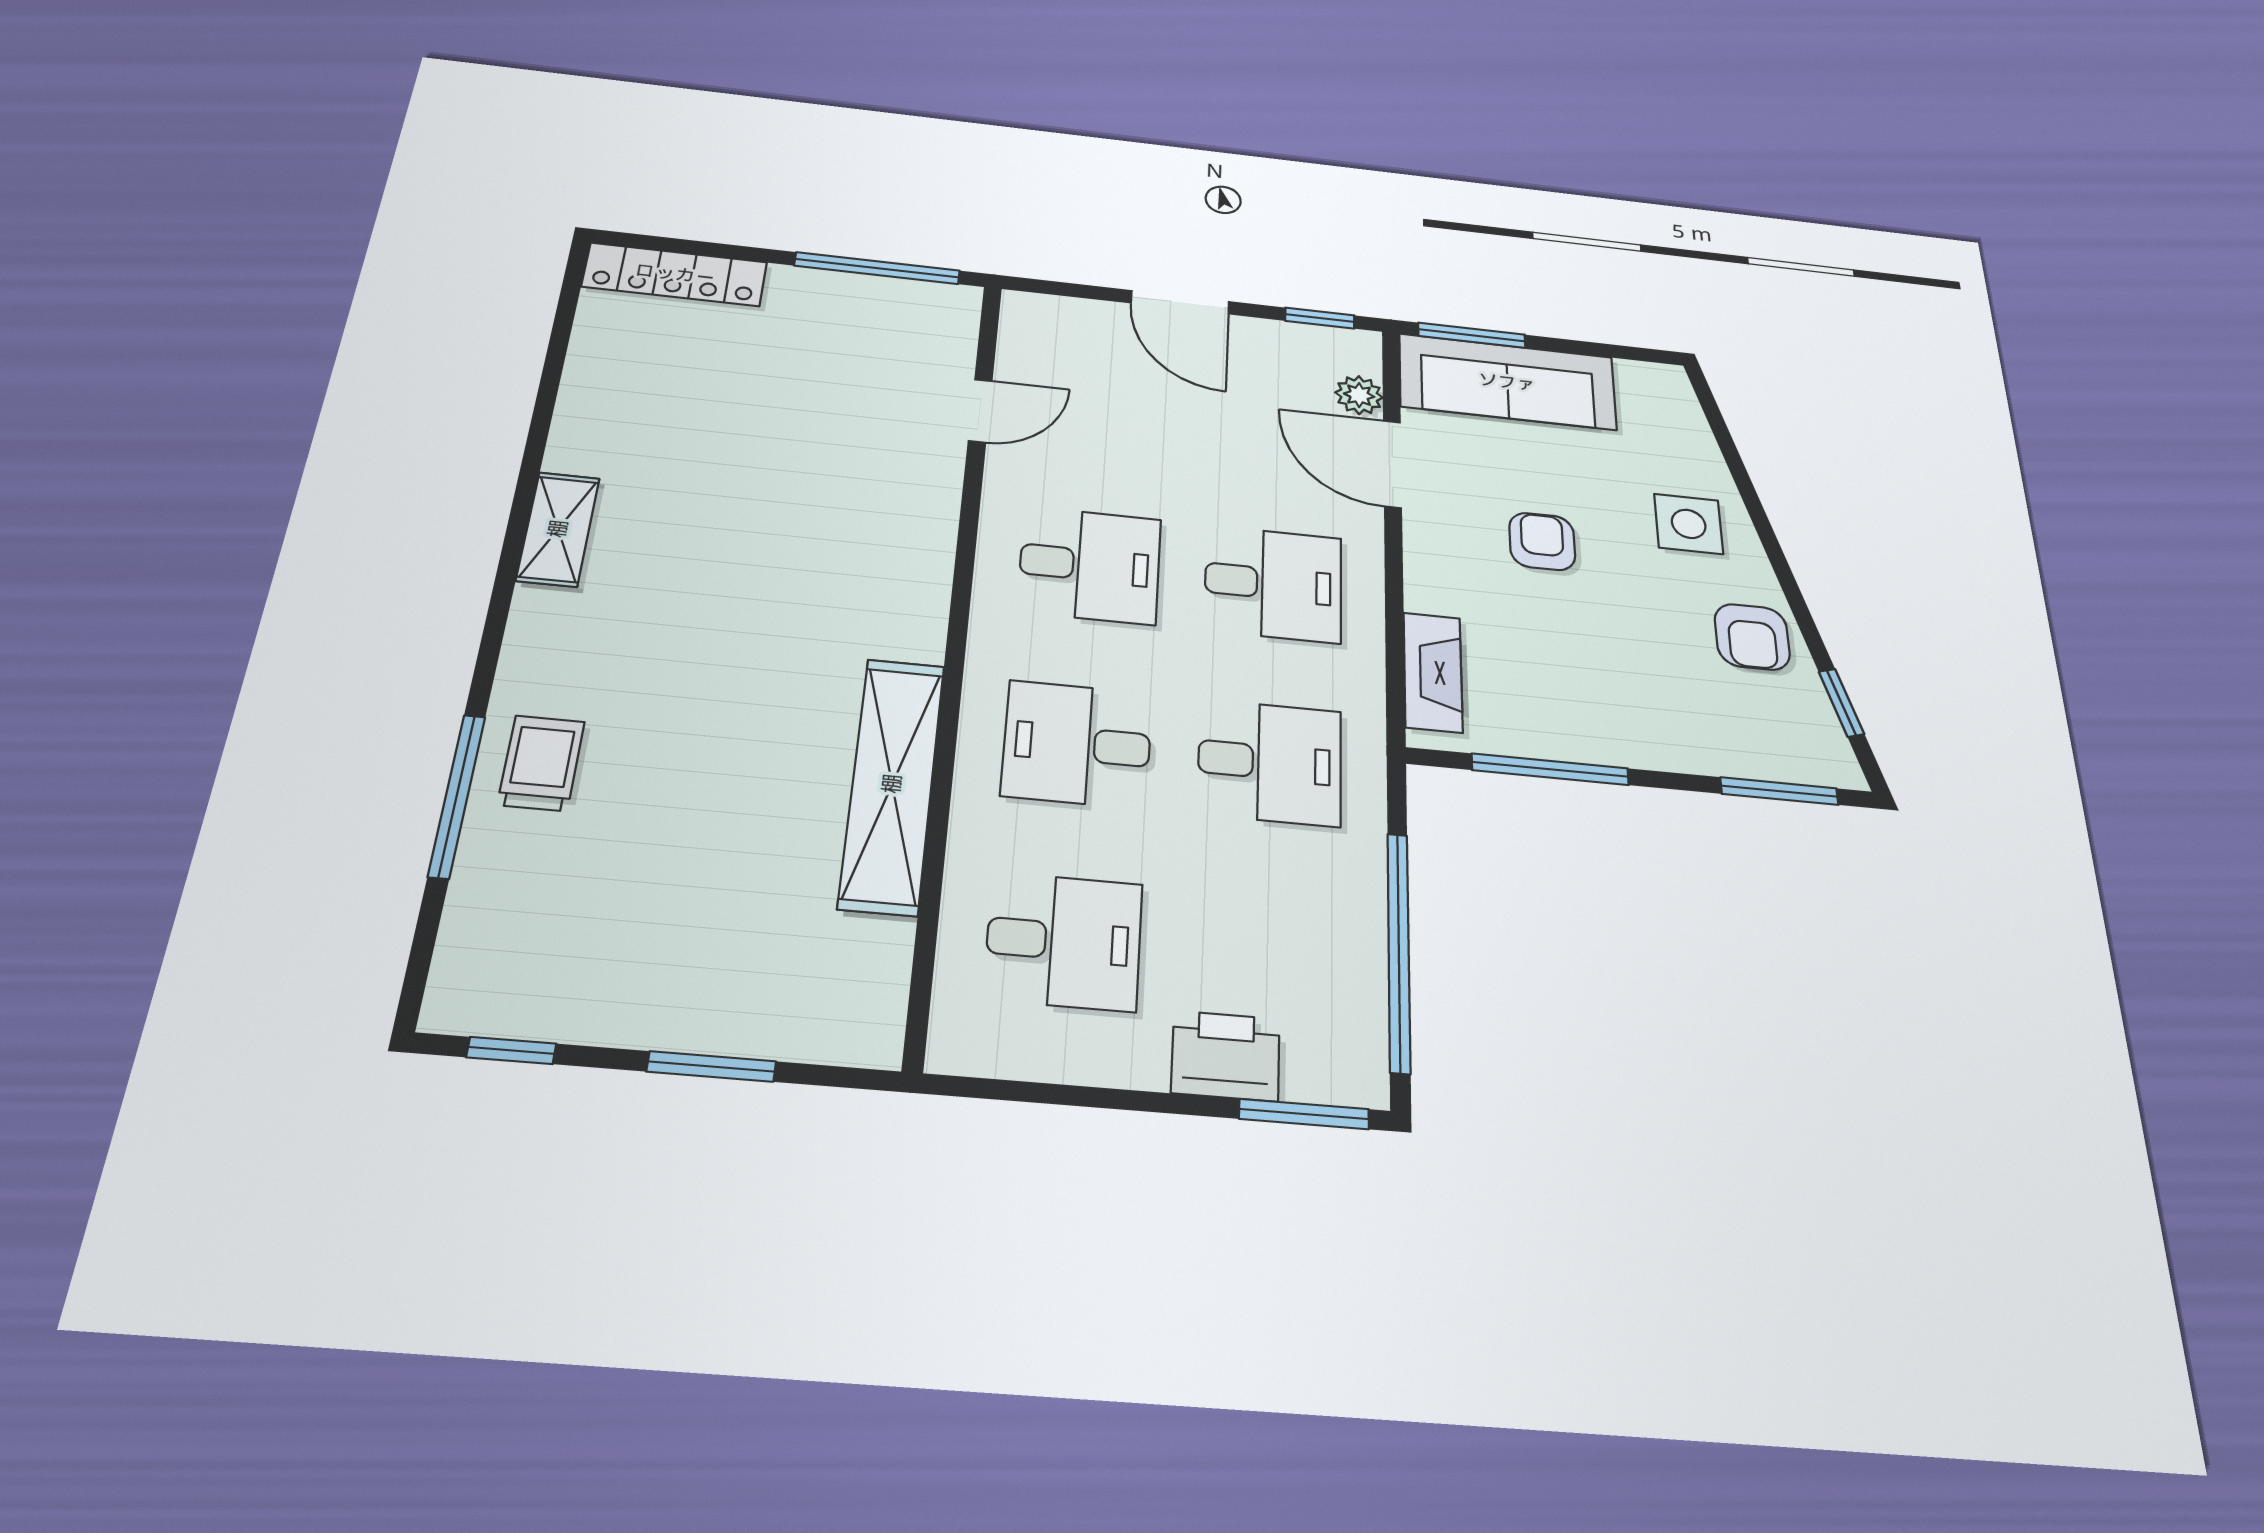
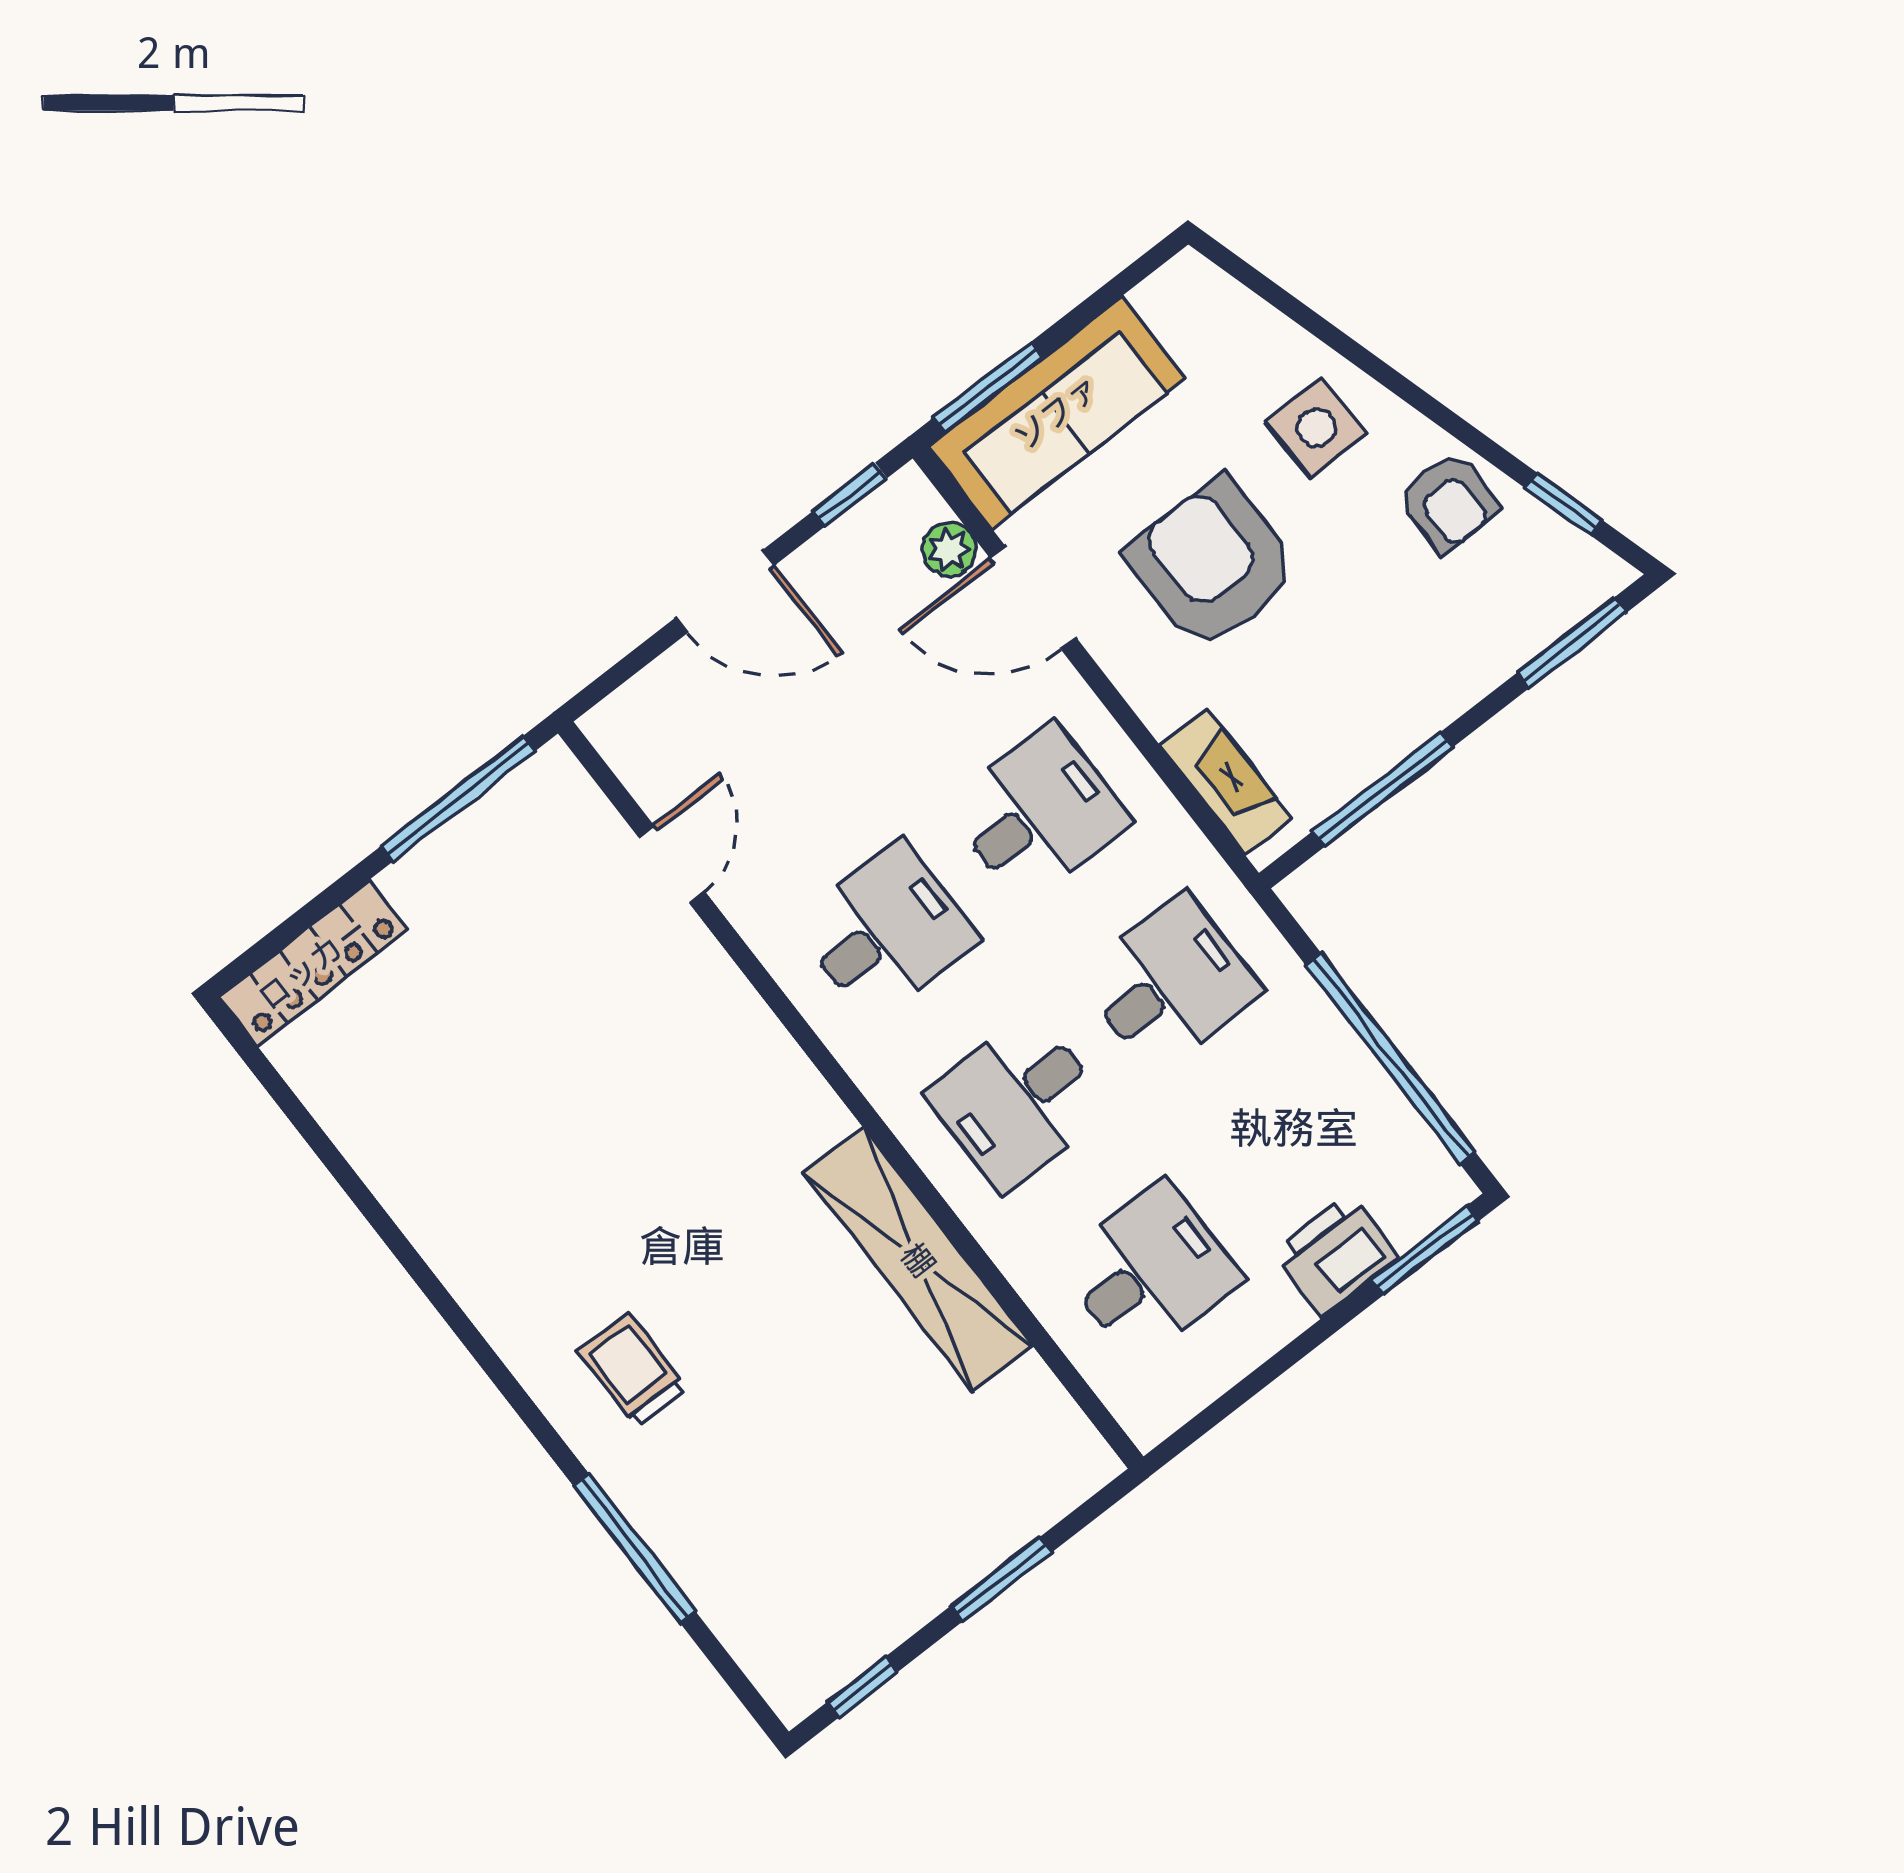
shelving: (558, 529) -> (475, 1278), removed
armchair: (1542, 541) -> (1213, 564), width x1.88, depth x1.88
trolley: (541, 763) -> (633, 1370), moved

